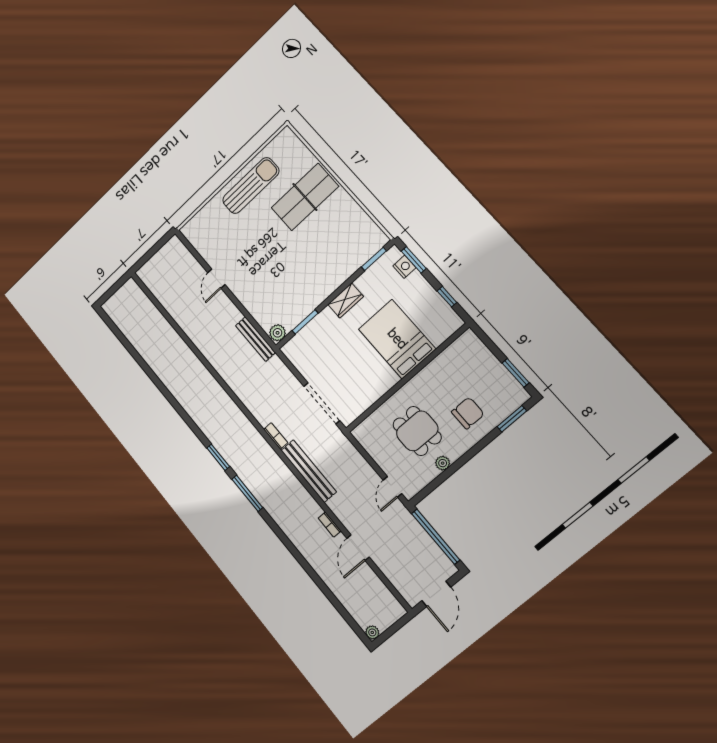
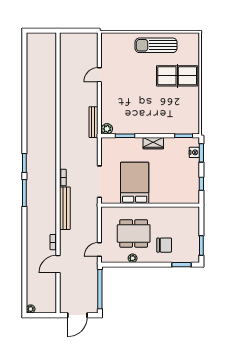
sun lounger: (251, 186) -> (156, 45), turned 180
bed: (397, 339) -> (135, 183), moved
dining table: (417, 431) -> (134, 233), width x1.38

